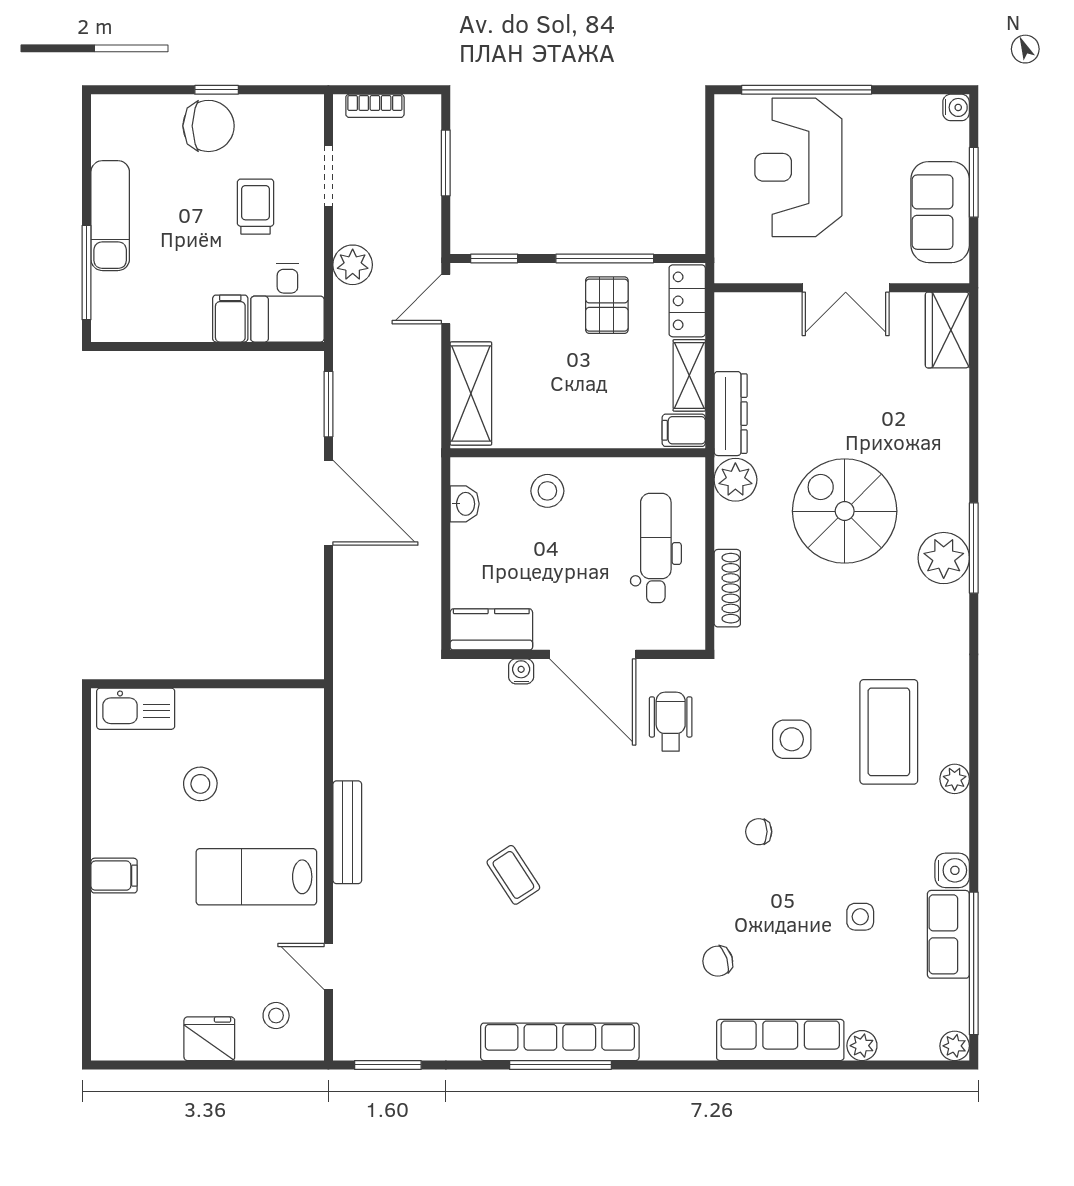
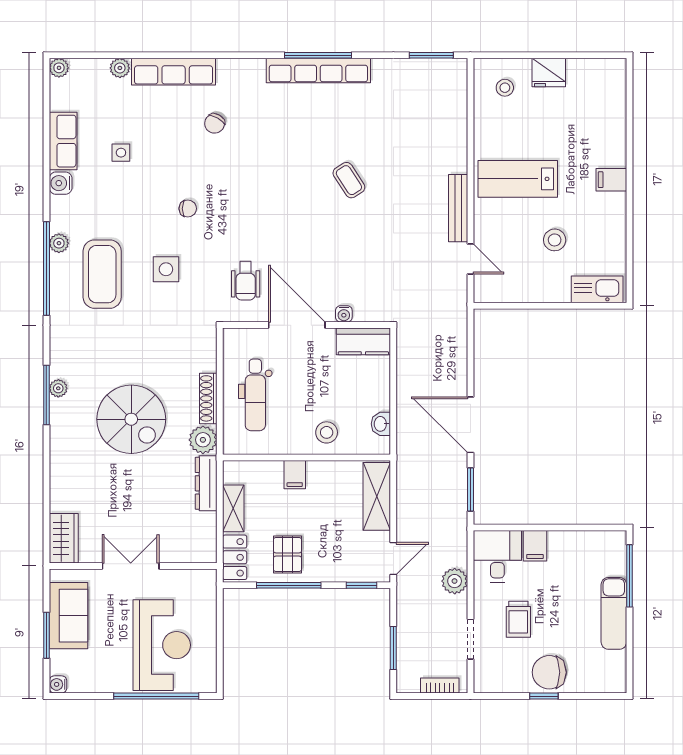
filing cabinet: (684, 430) -> (295, 475), moved, turned 90
plant: (944, 558) -> (58, 388), width x0.53, depth x0.53
shoe rack: (727, 588) -> (208, 398), moved
lab bench: (256, 877) -> (518, 179), turned 180
chair: (718, 961) -> (215, 123), turned 138
window: (974, 963) -> (46, 268), moved
door: (328, 967) -> (470, 259), moved

